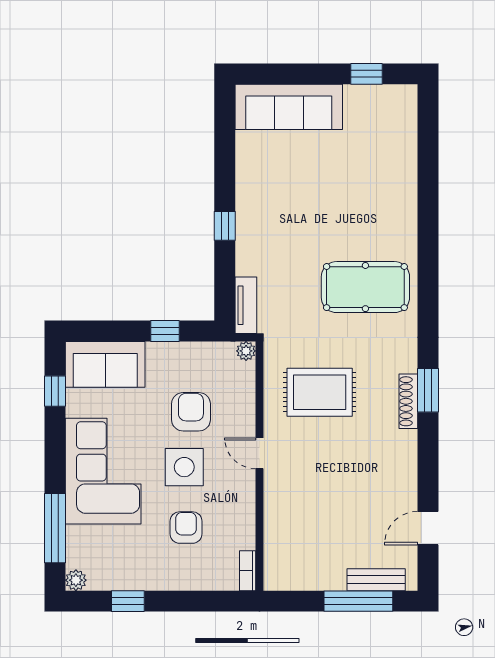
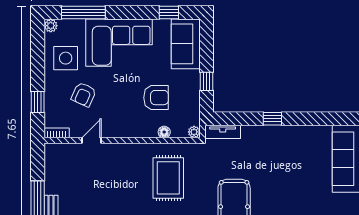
floor lamp: (246, 399) -> (164, 132), added
door: (260, 453) -> (92, 140), moved
side table: (184, 467) -> (66, 58), moved
armchair: (186, 528) -> (84, 94), turned 114
window: (128, 601) -> (38, 102), moved

